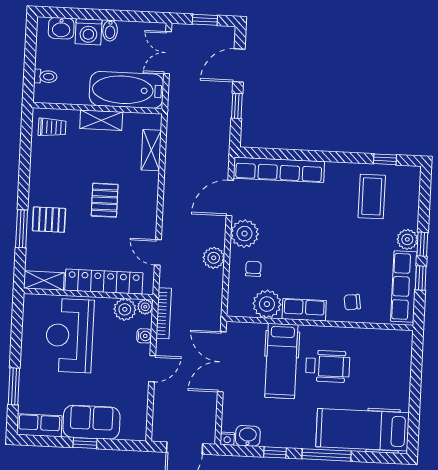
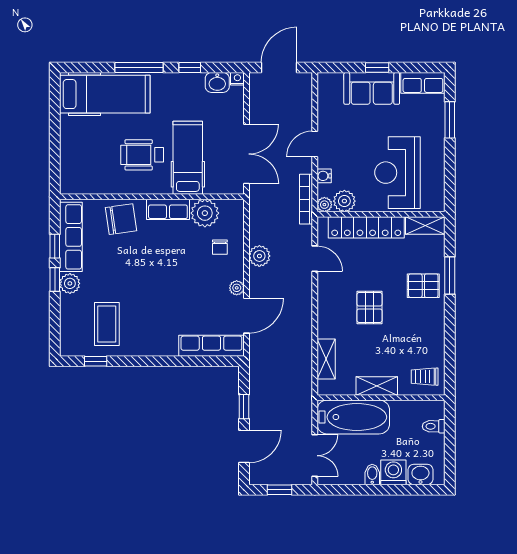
row of seats: (279, 170) -> (211, 346), width x0.73
plant: (245, 234) -> (237, 288), width x0.53, depth x0.53
chair: (352, 302) -> (121, 219), width x1.87, depth x1.87
reception desk: (70, 336) -> (397, 173), turned 180

